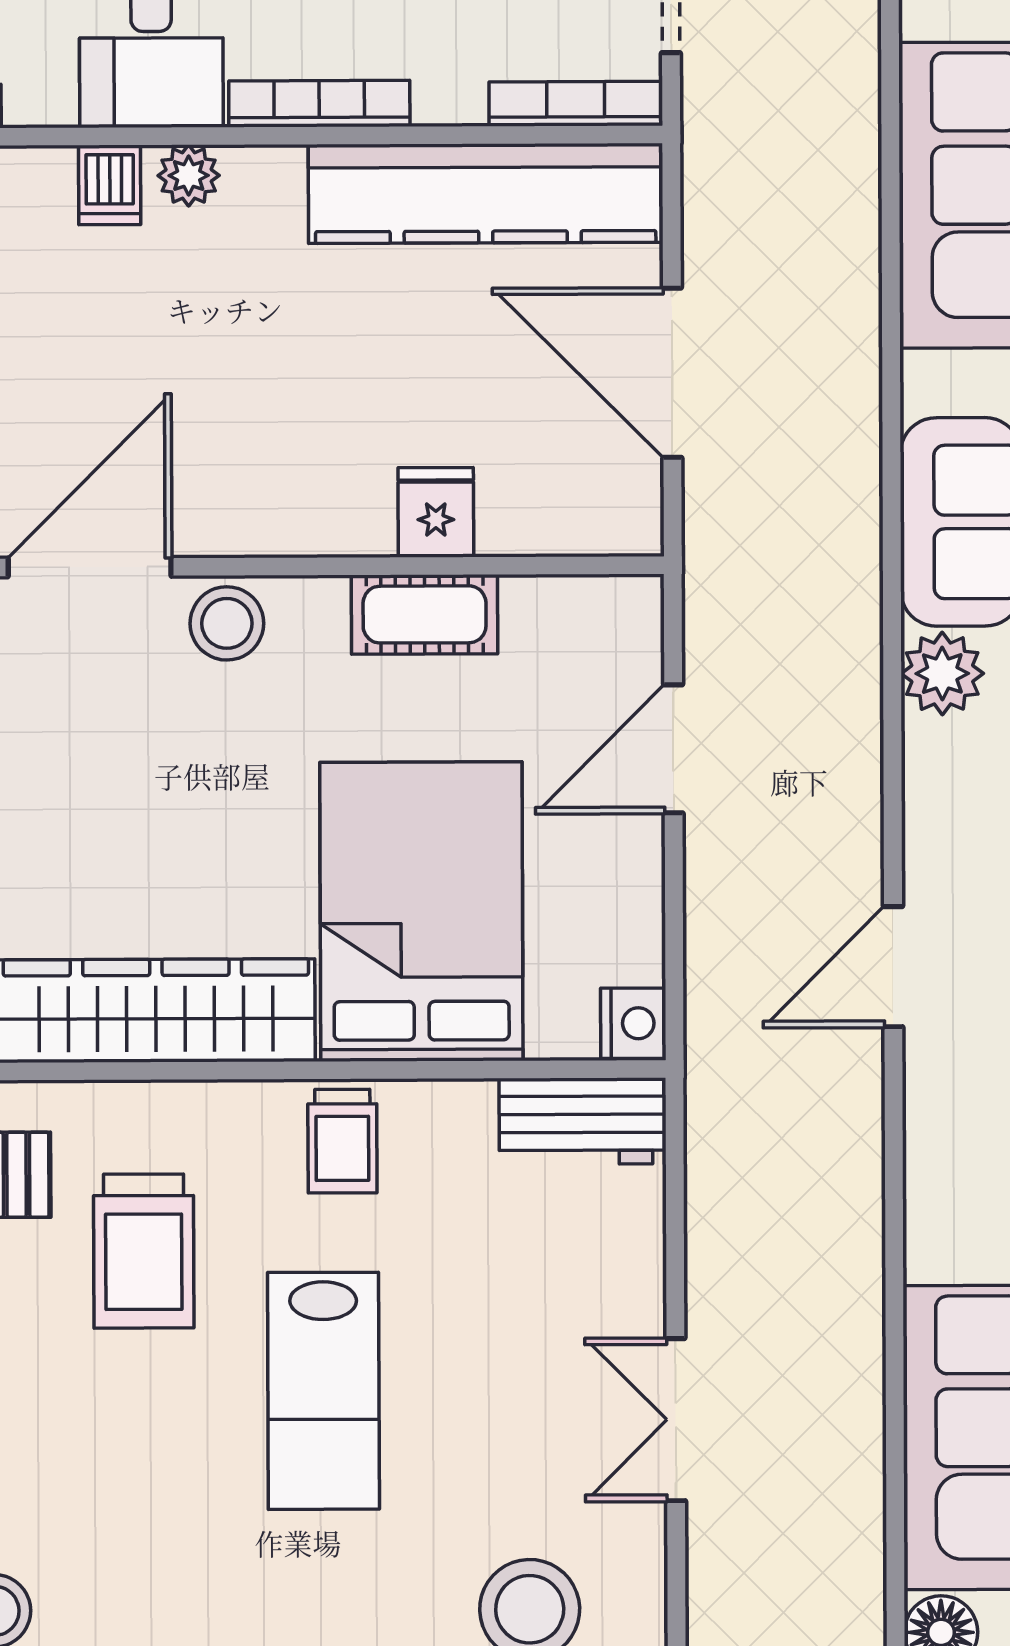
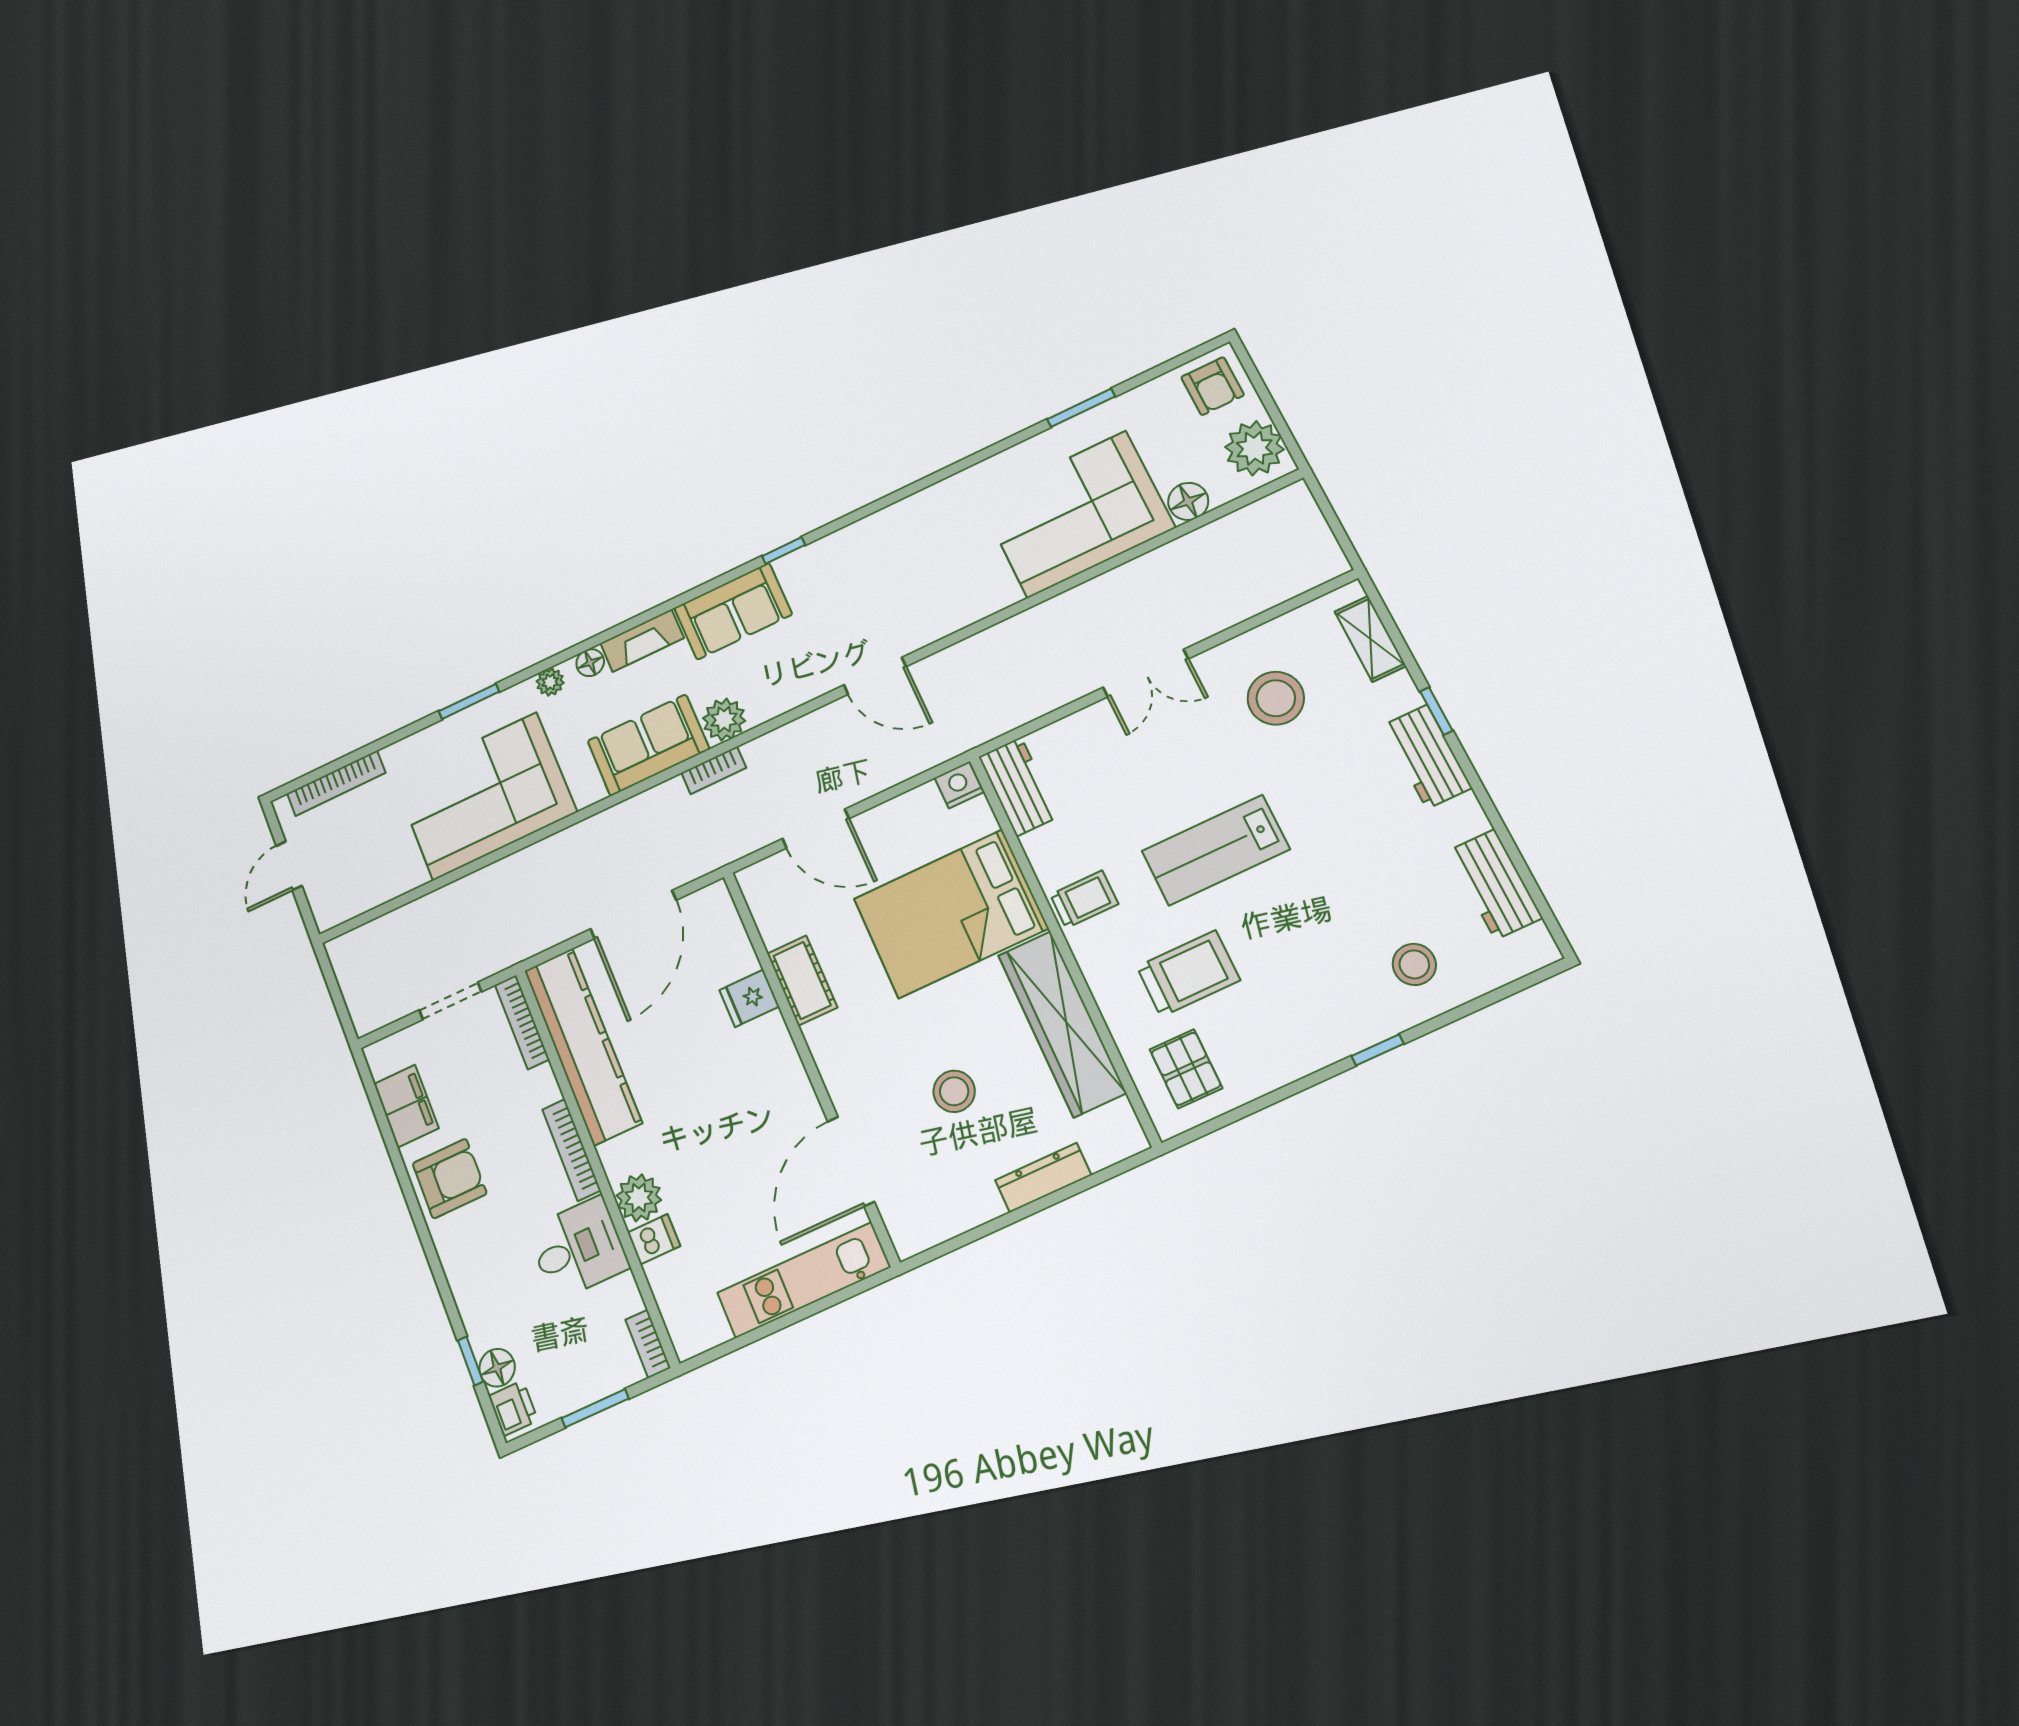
plant: (189, 175) -> (639, 1198), width x1.38, depth x1.38
door: (90, 567) -> (851, 1161), hinge flipped
bookcase: (860, 617) -> (714, 770), added
stool: (227, 623) -> (954, 1091), moved
lab bench: (323, 1391) -> (1216, 850), turned 180

